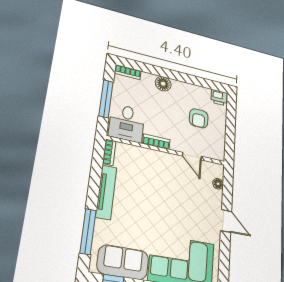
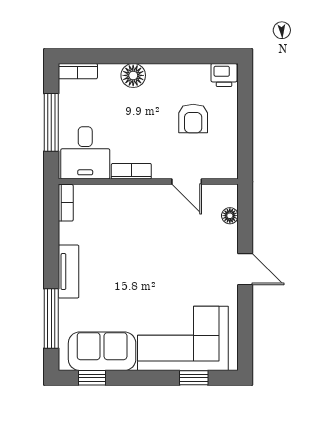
tv unit: (106, 192) -> (69, 272), width x0.71

